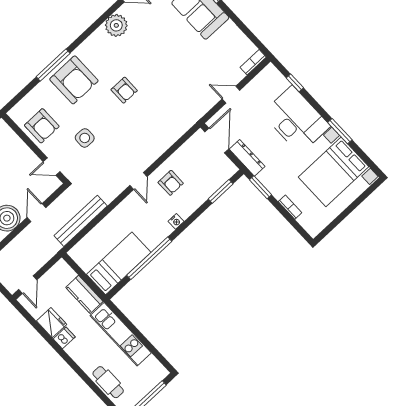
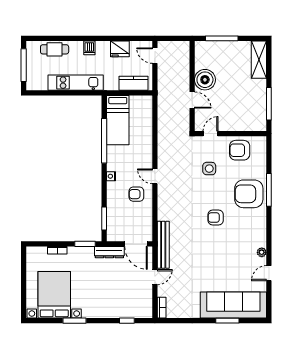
plant: (116, 25) -> (262, 252), width x0.53, depth x0.53
desk: (296, 120) -> (105, 301), removed
bench: (81, 221) -> (163, 245), moved
kitchen counter: (84, 294) -> (134, 83), moved
dishwasher: (64, 338) -> (89, 48), moved

